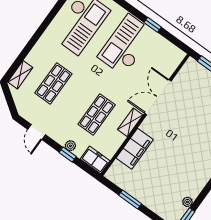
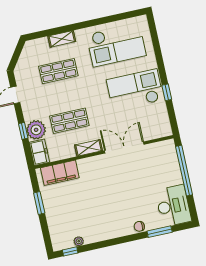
shelving: (20, 75) -> (62, 39), moved
plant: (70, 146) -> (36, 130), width x1.87, depth x1.87
filing cabinet: (135, 149) -> (60, 173), moved

